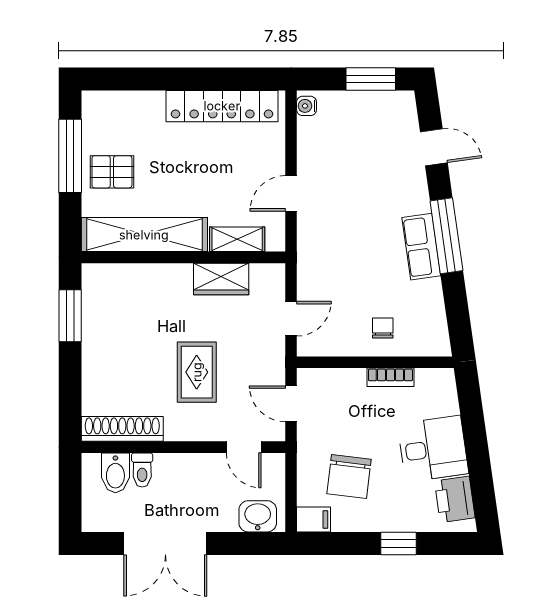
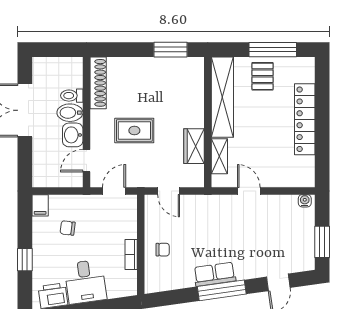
locker: (222, 106) -> (305, 119), moved
bidet: (115, 473) -> (70, 113), moved
chair: (349, 477) -> (68, 228), width x0.54, depth x0.54
washbasin: (258, 516) -> (73, 135), moved, turned 180

